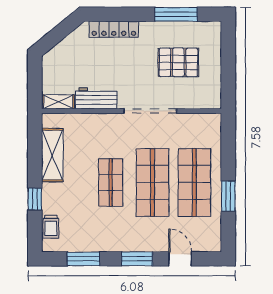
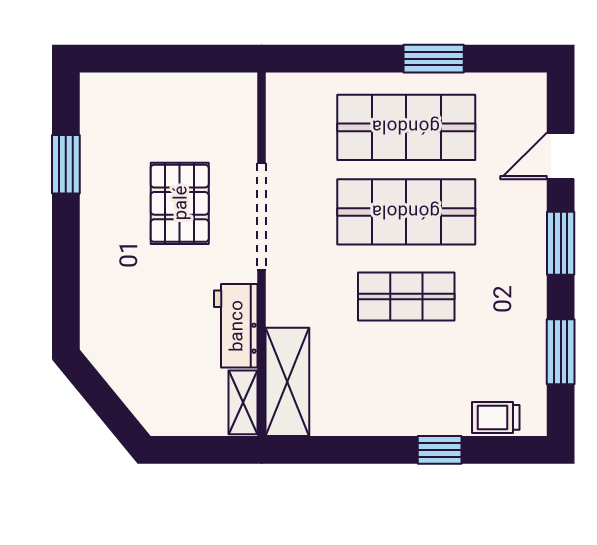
window: (176, 14) -> (66, 164), width x0.69
locker: (114, 29) -> (96, 290), removed
pallet: (178, 62) -> (180, 203), moved
shelving: (52, 155) -> (287, 382), moved, turned 90
trolley: (51, 227) -> (496, 417), turned 180

